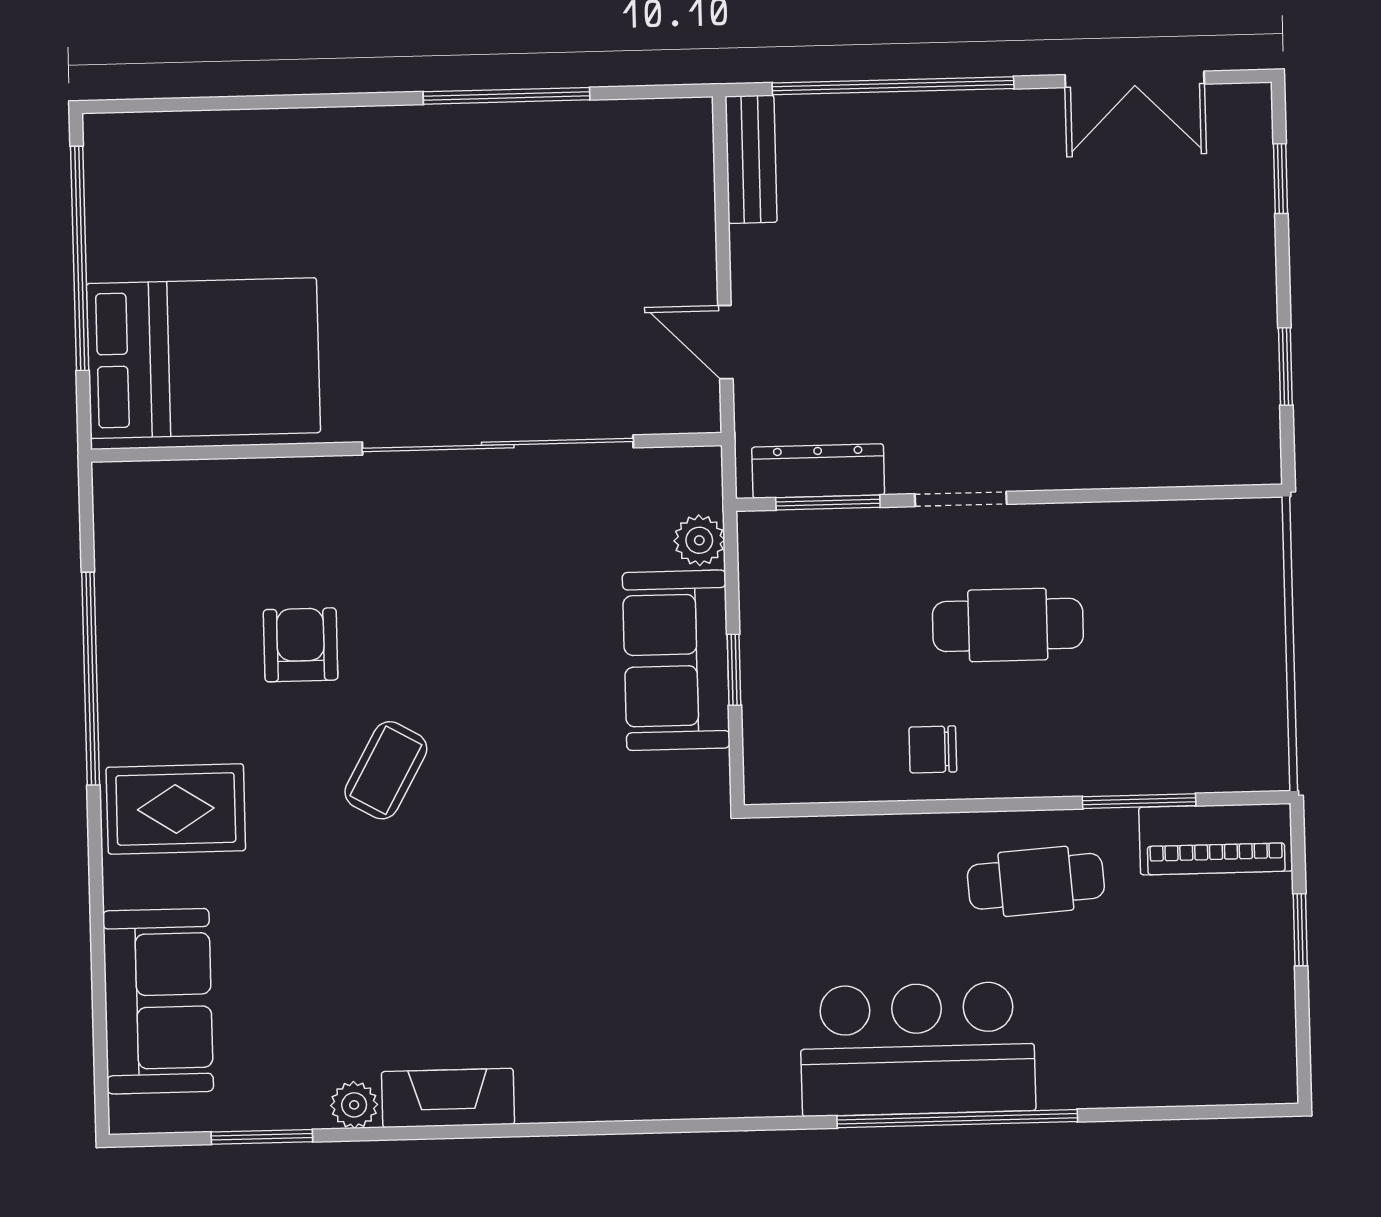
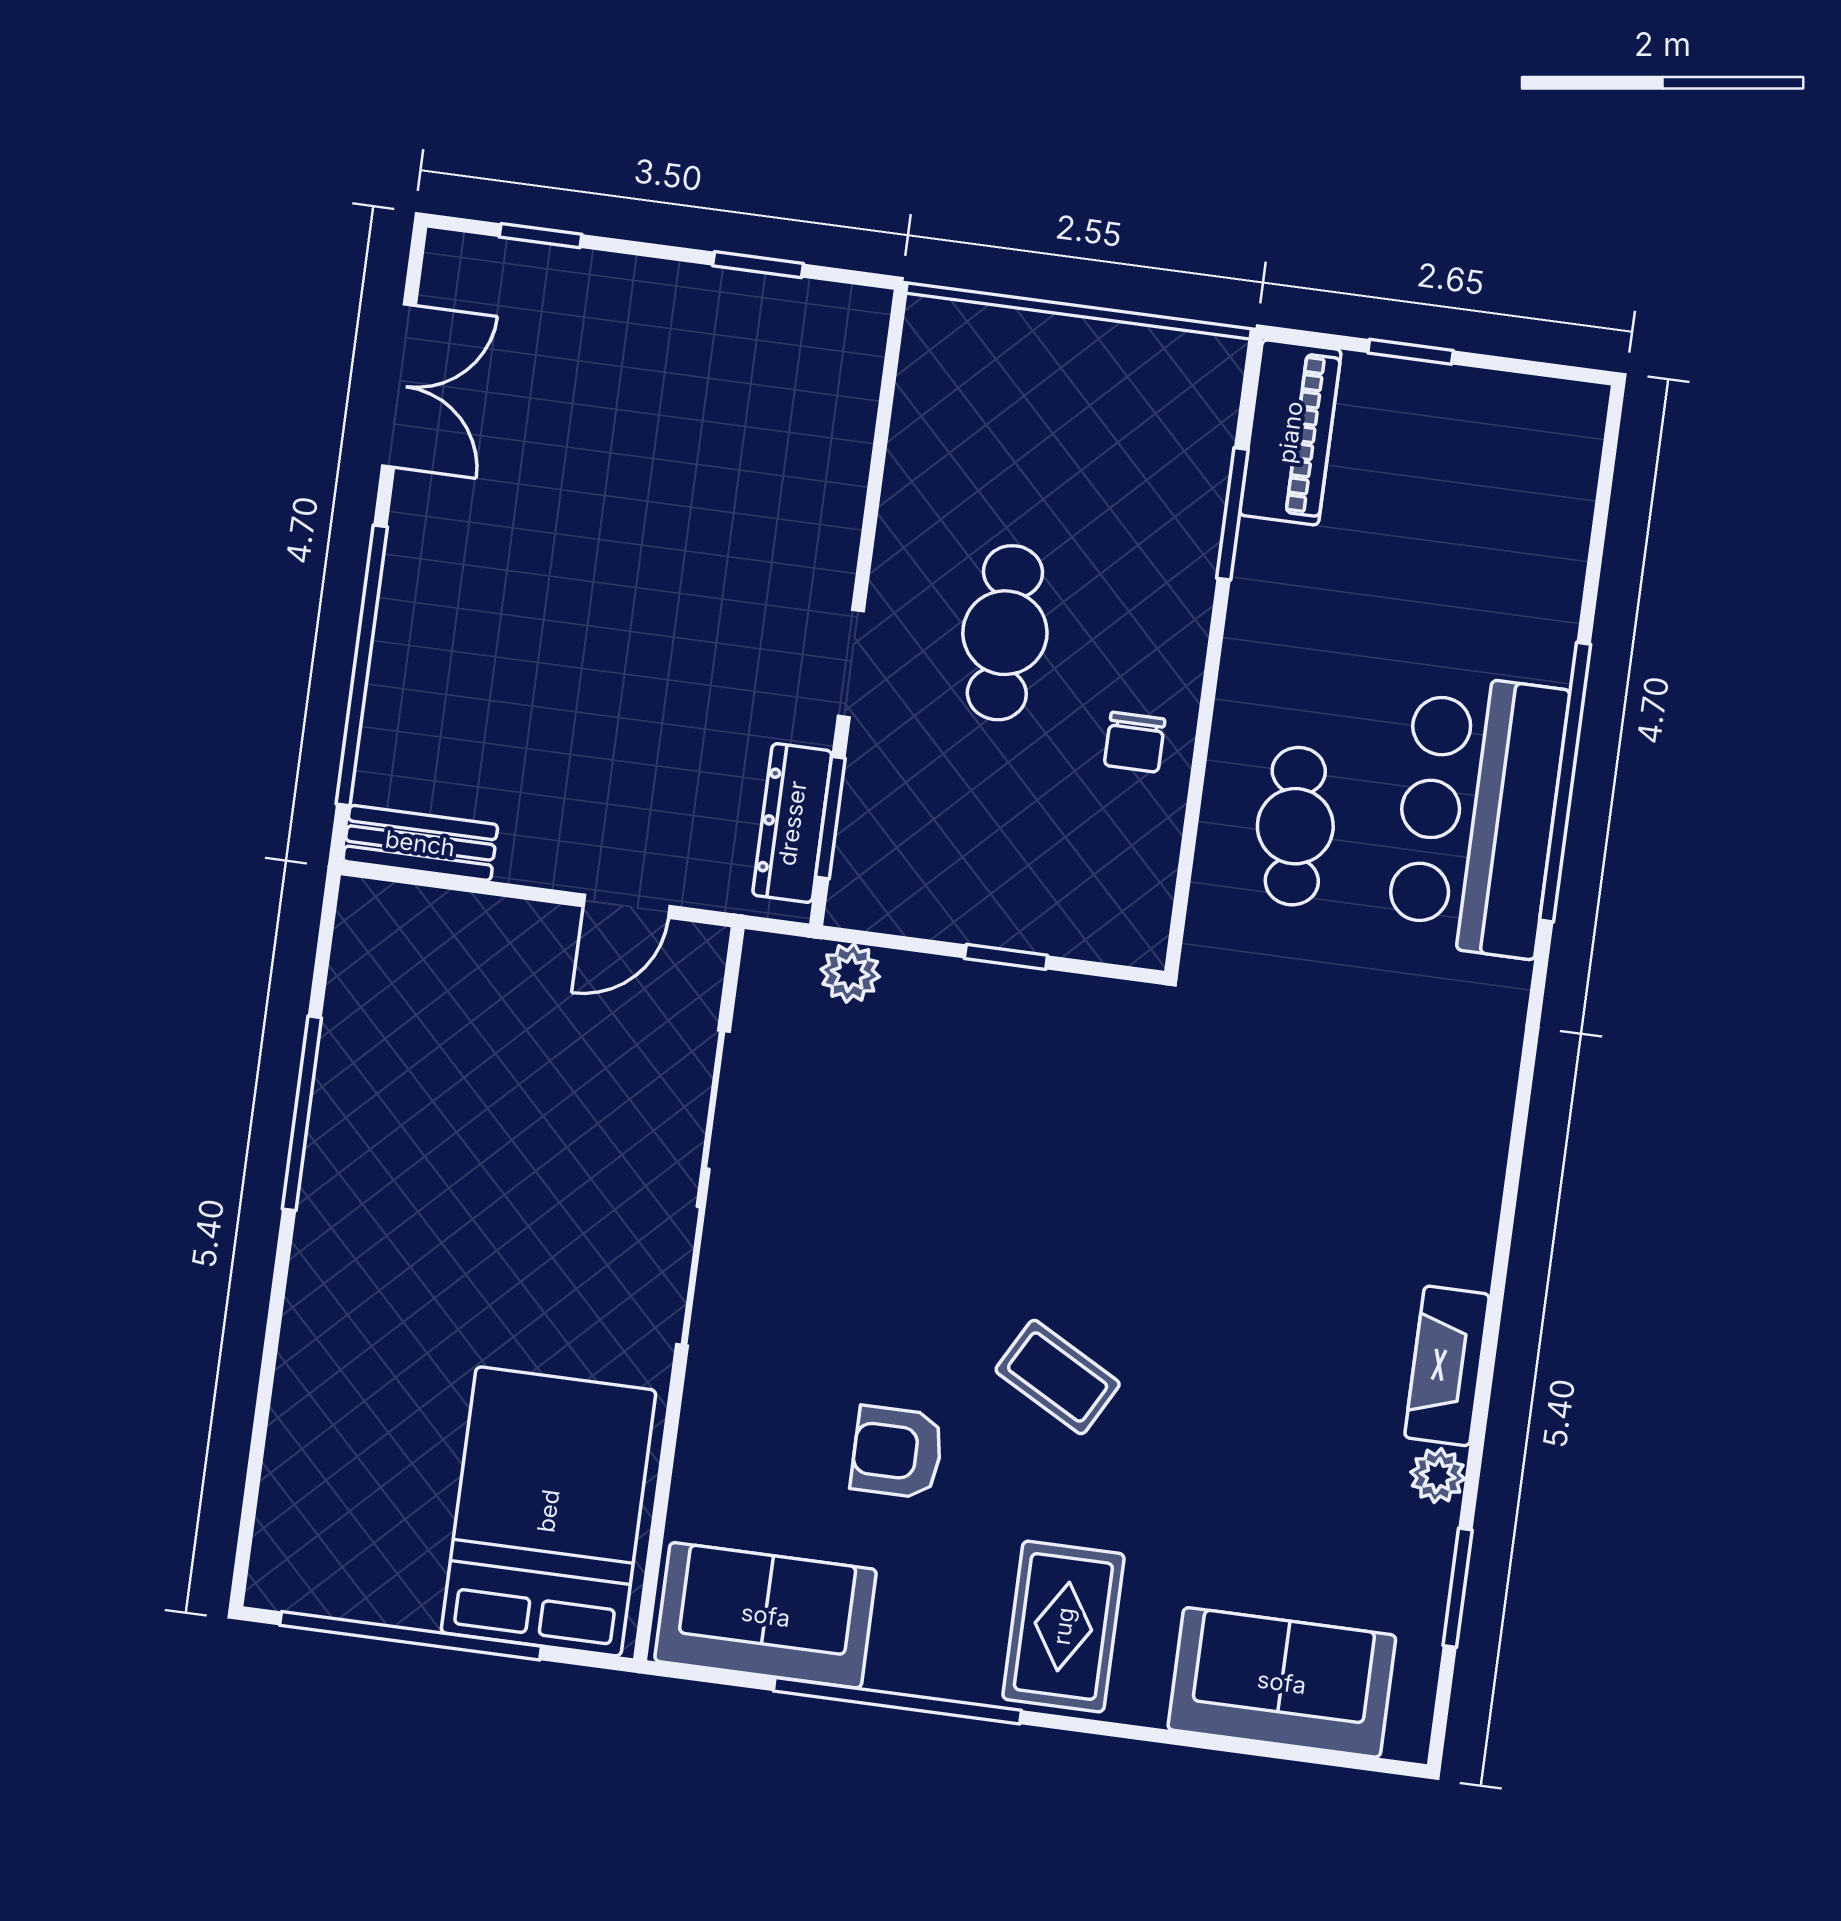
sofa: (676, 660) -> (766, 1615), moved, turned 180
cafe table: (1036, 881) -> (1295, 826), moved

